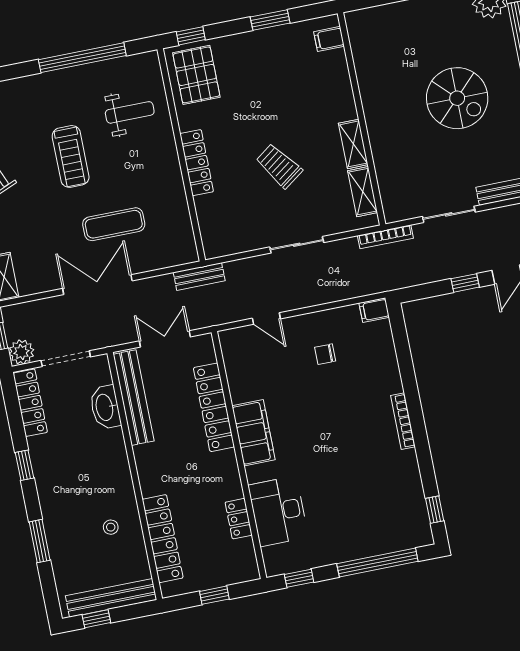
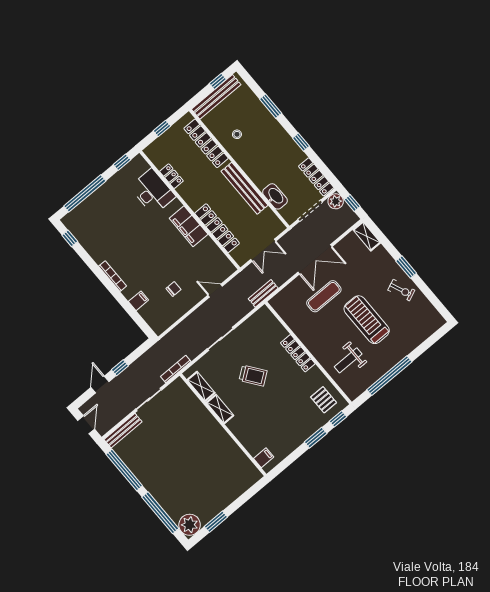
window: (270, 20) -> (316, 438), moved
pallet: (196, 75) -> (324, 400), width x0.67, depth x0.71
spiral stairs: (457, 98) -> (178, 464), removed
treadmill: (71, 156) -> (367, 320), width x1.37, depth x1.38
filing cabinet: (374, 310) -> (138, 301), moved
bench: (134, 398) -> (245, 188), moved

